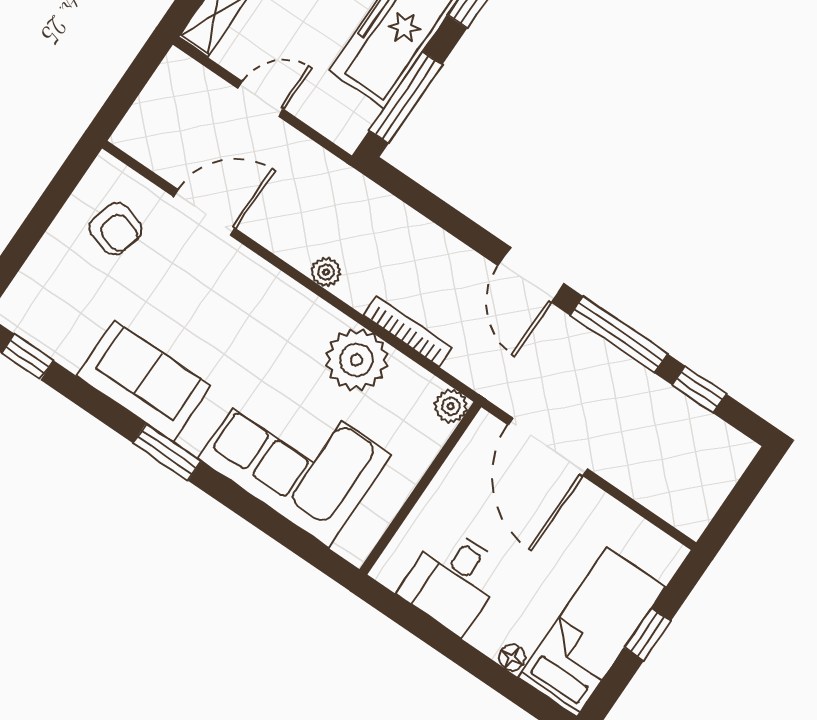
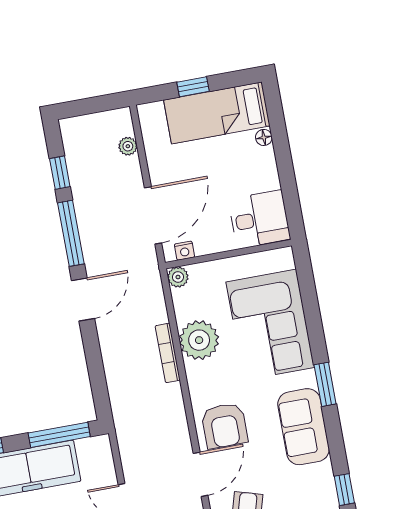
door: (204, 212) -> (201, 474), swing flipped
plant: (326, 272) -> (128, 146), moved
armchair: (232, 293) -> (224, 426), added
bookcase: (408, 331) -> (168, 353), moved
nightstand: (473, 443) -> (184, 251), added
desk: (453, 580) -> (259, 219), moved

